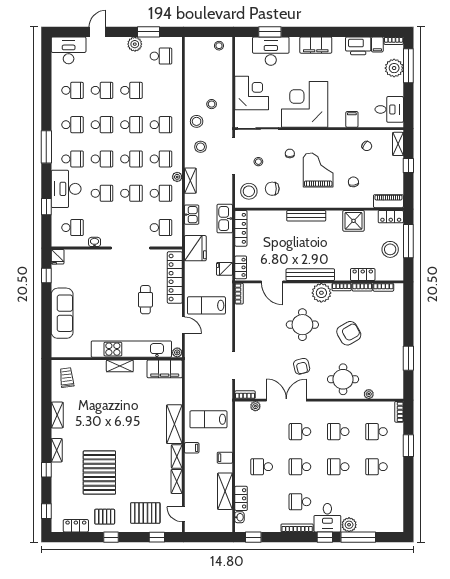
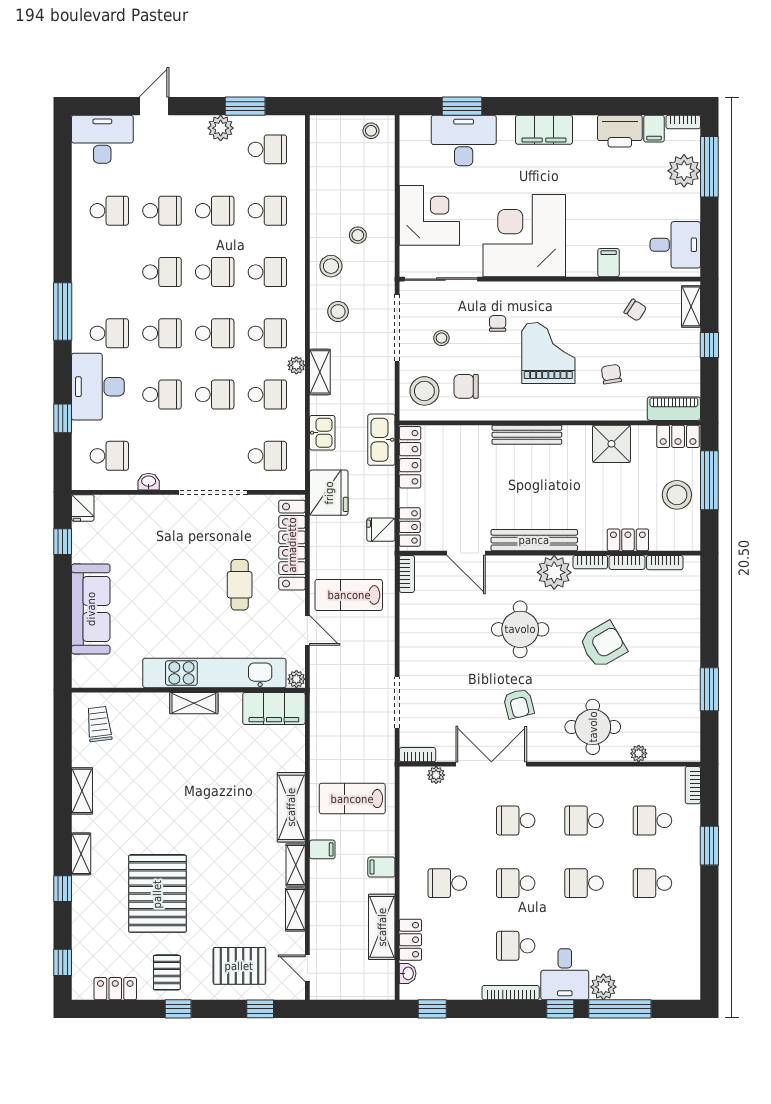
school desk: (72, 125) -> (267, 211), moved
pallet: (105, 517) -> (167, 972), turned 90

